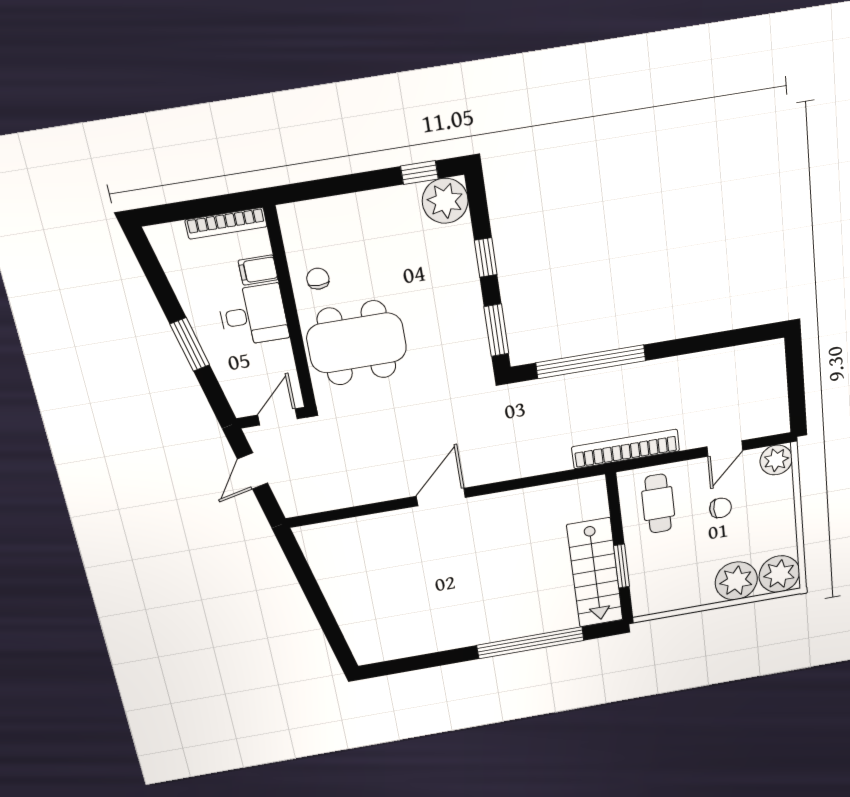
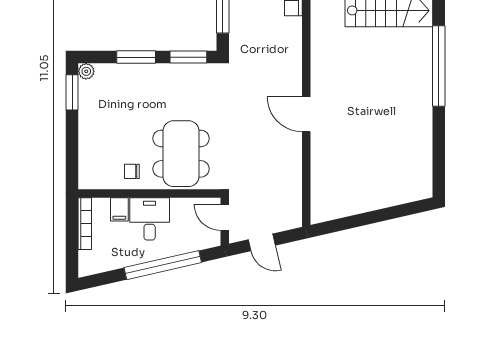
window: (419, 173) -> (72, 92), width x1.50
plant: (445, 201) -> (86, 71), width x0.53, depth x0.53
window: (486, 257) -> (136, 57), width x1.50
window: (190, 345) -> (163, 265), width x2.11

